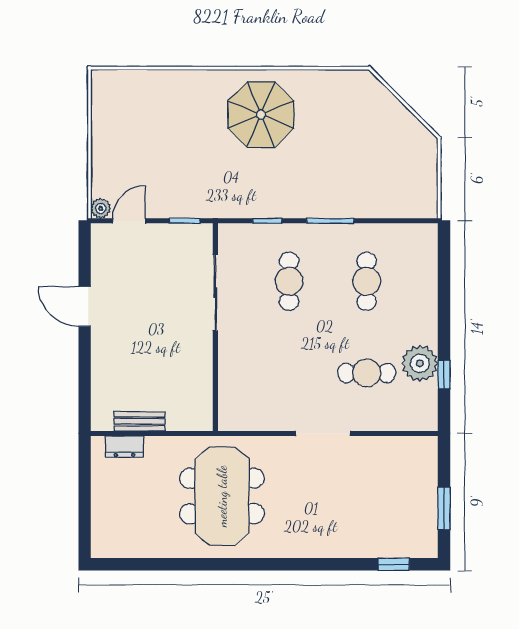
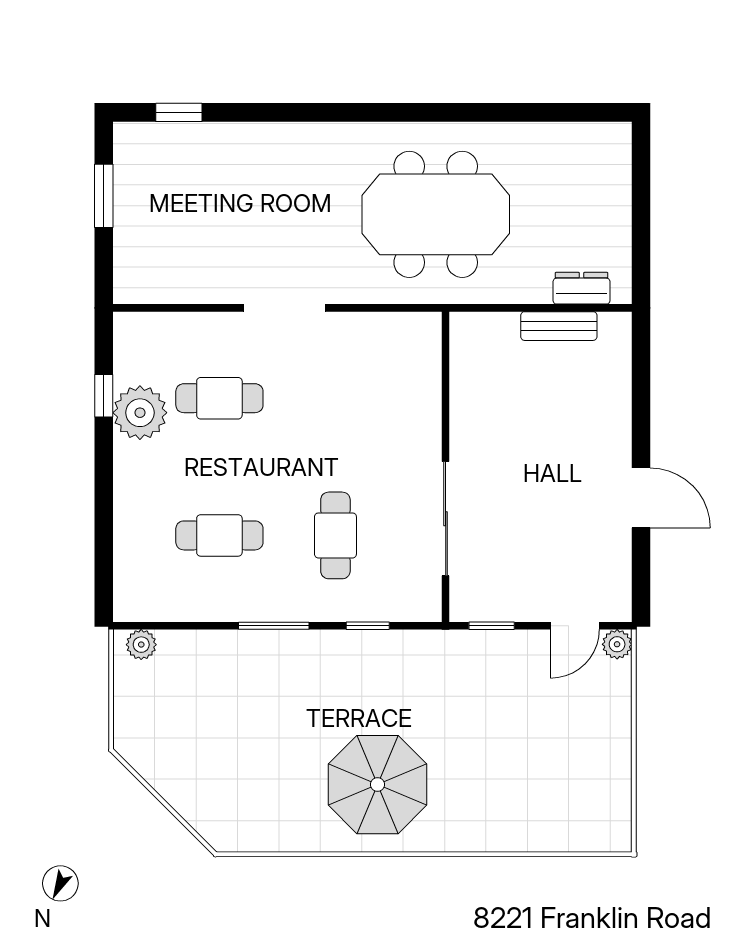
plant: (419, 208) -> (141, 645), added
cafe table: (367, 281) -> (219, 535), turned 90
meeting table: (222, 496) -> (436, 214), turned 90

